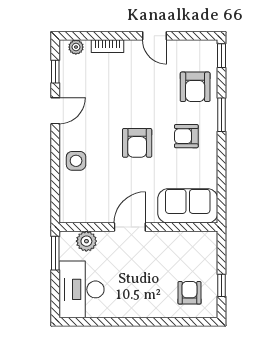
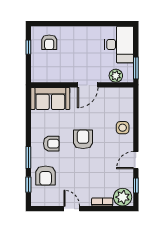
plant: (76, 47) -> (123, 197), width x1.87, depth x1.87
window: (222, 56) -> (28, 185), moved
armchair: (195, 87) -> (46, 176), turned 180

